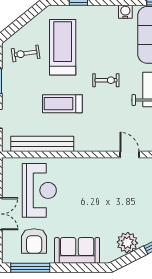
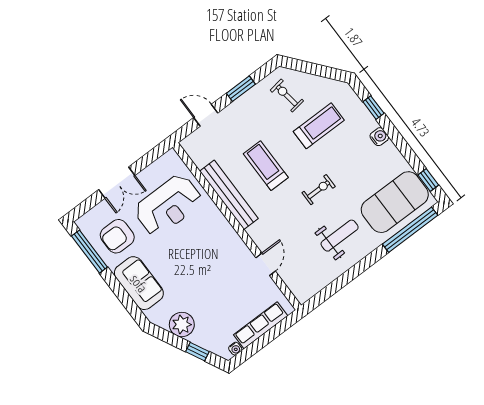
water cooler: (125, 12) -> (379, 137), moved
treadmill: (63, 47) -> (319, 126), width x0.73, depth x0.73
exercise bike: (106, 80) -> (319, 190), turned -90
bench: (42, 144) -> (229, 195), moved

